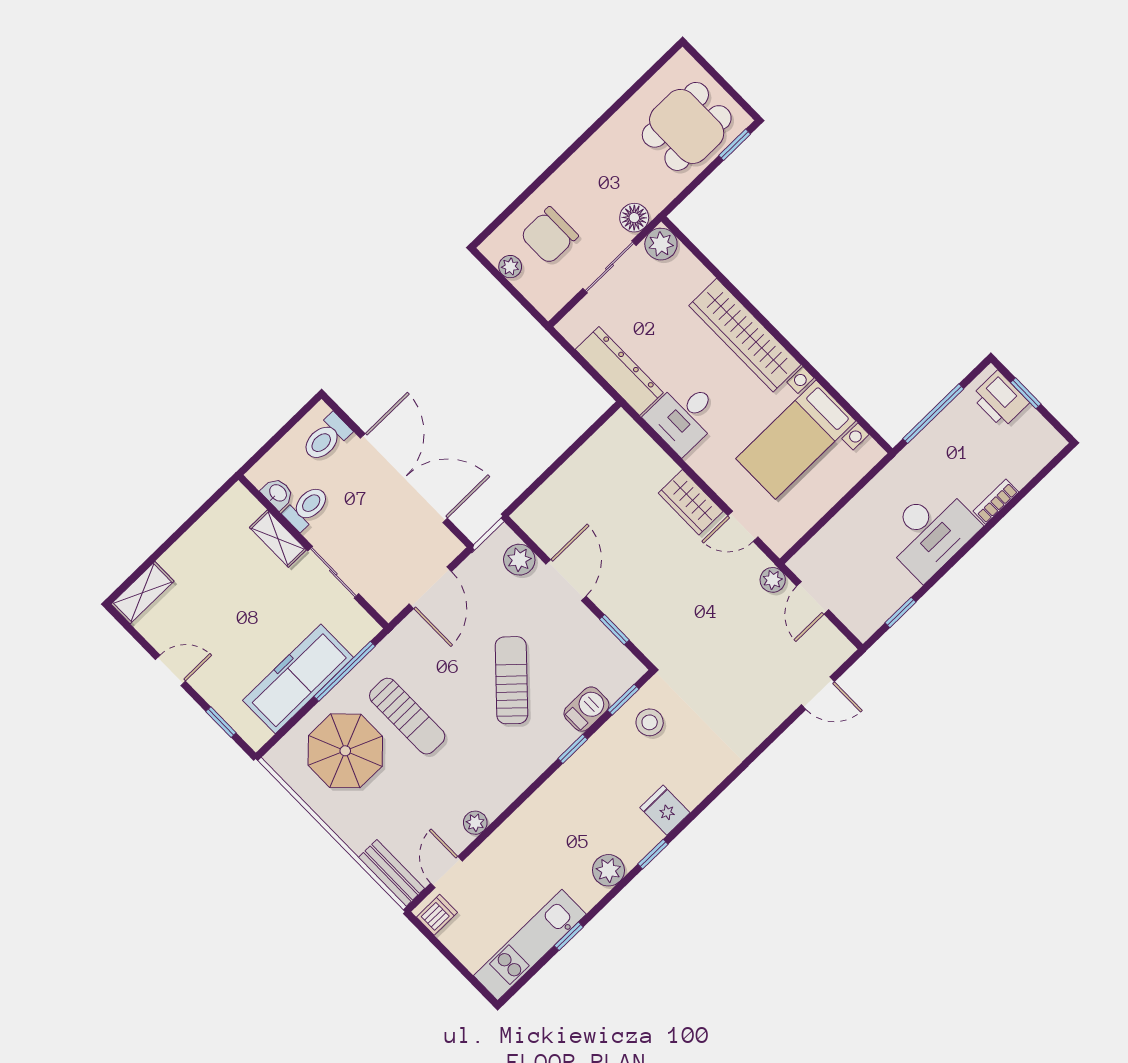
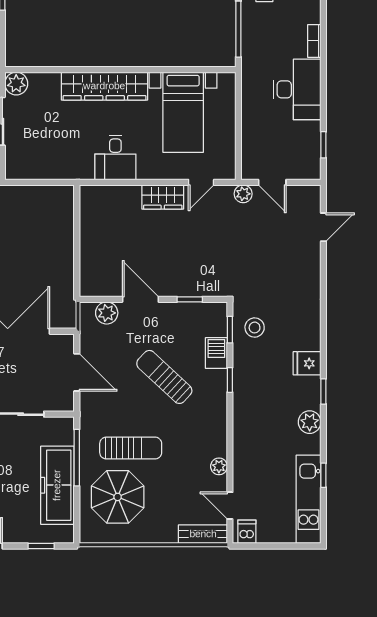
dresser: (619, 371) -> (60, 168), removed

